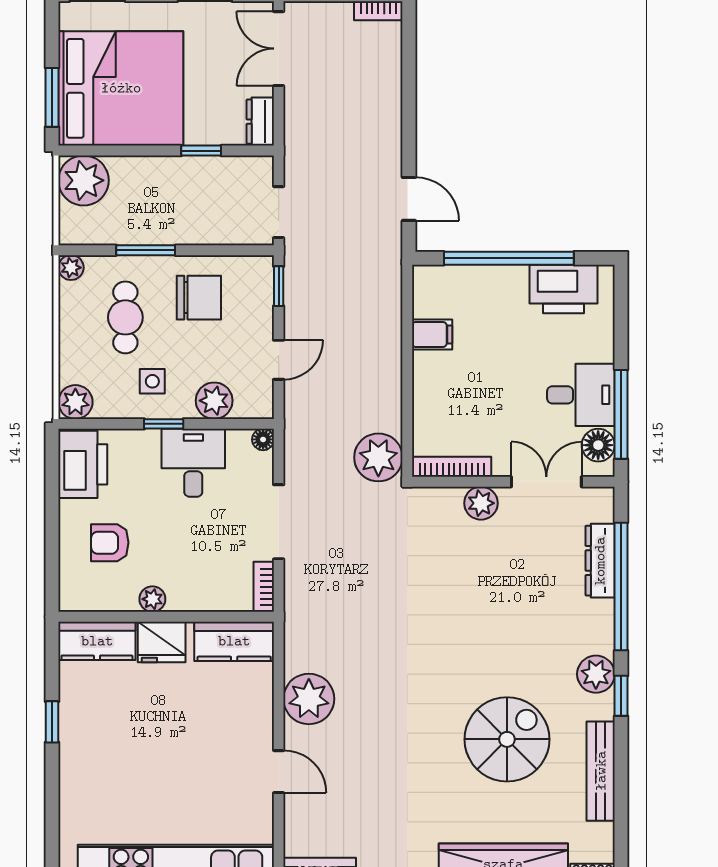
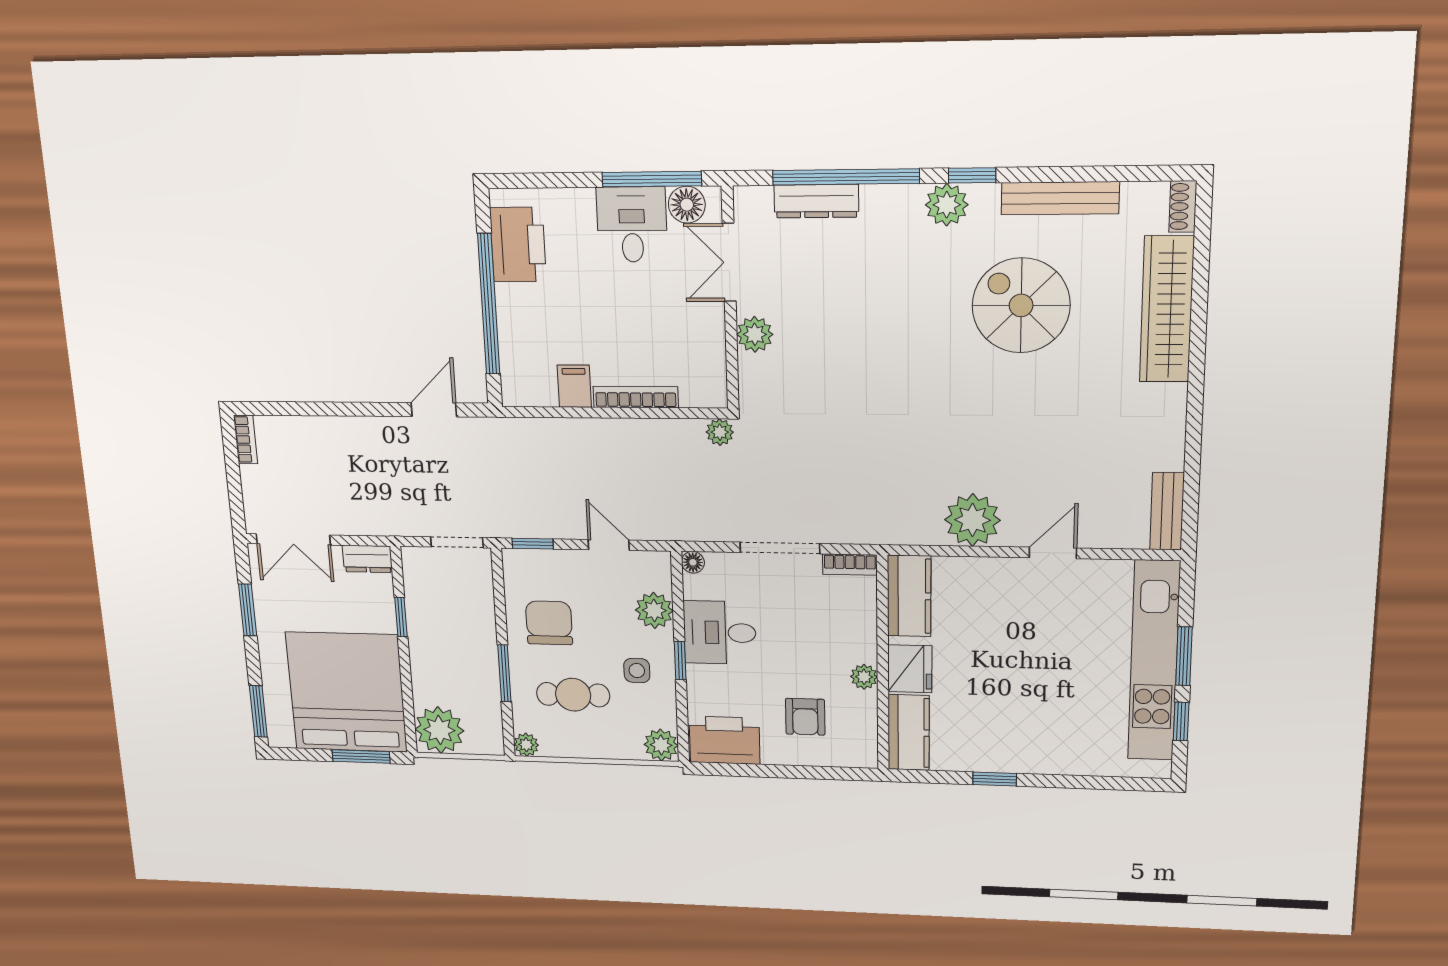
plant: (378, 457) -> (720, 432), width x0.53, depth x0.53
bookcase: (452, 467) -> (636, 397), moved, turned 90

